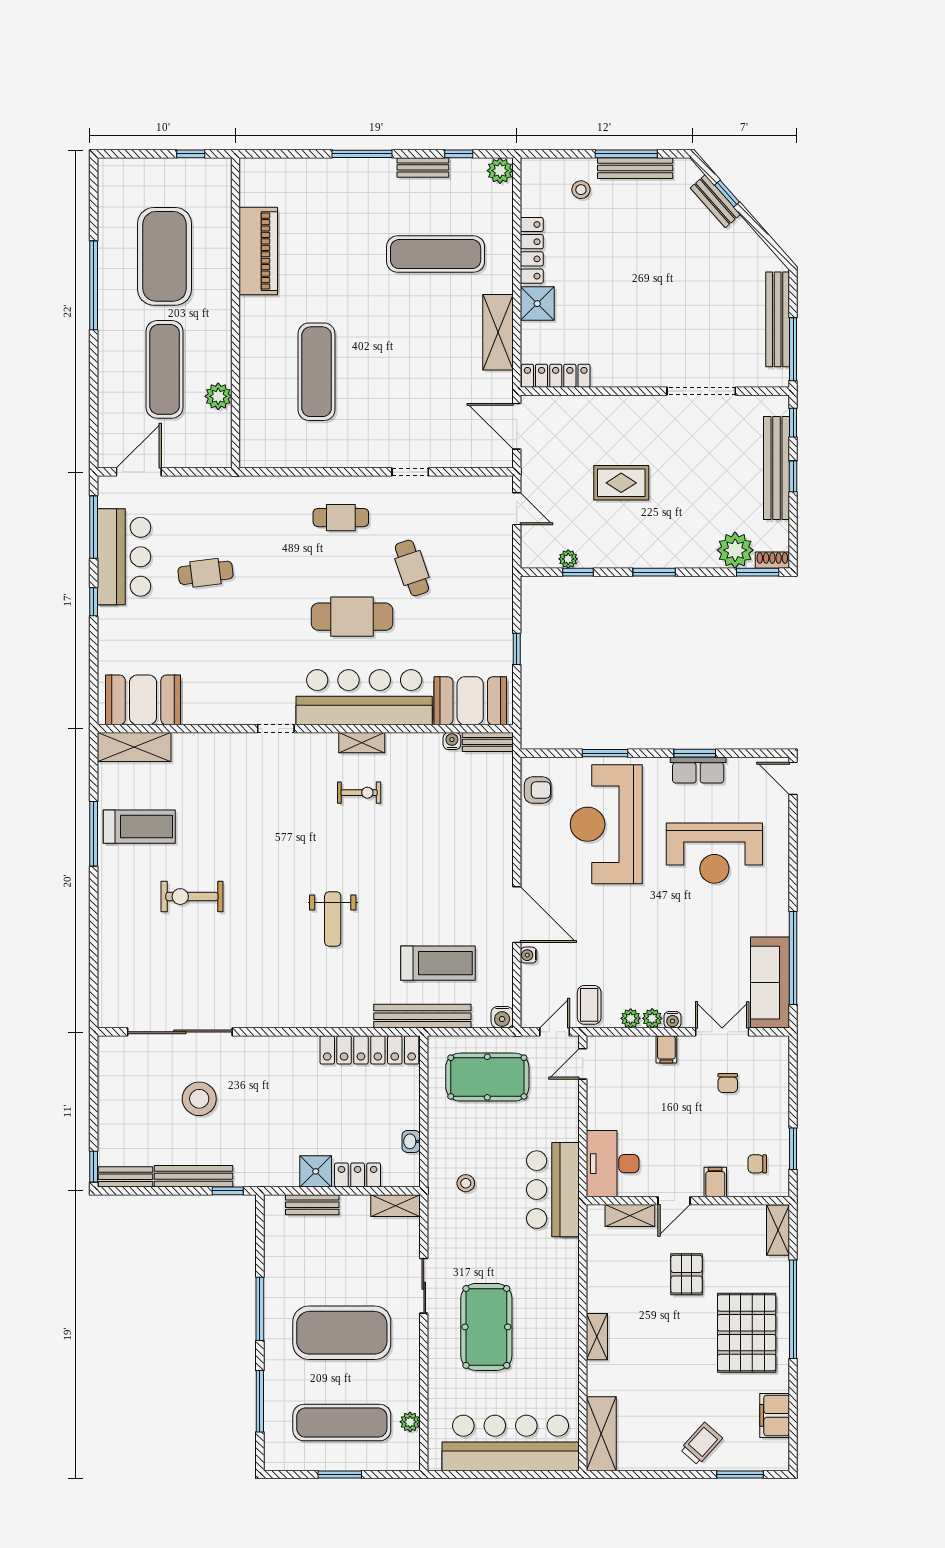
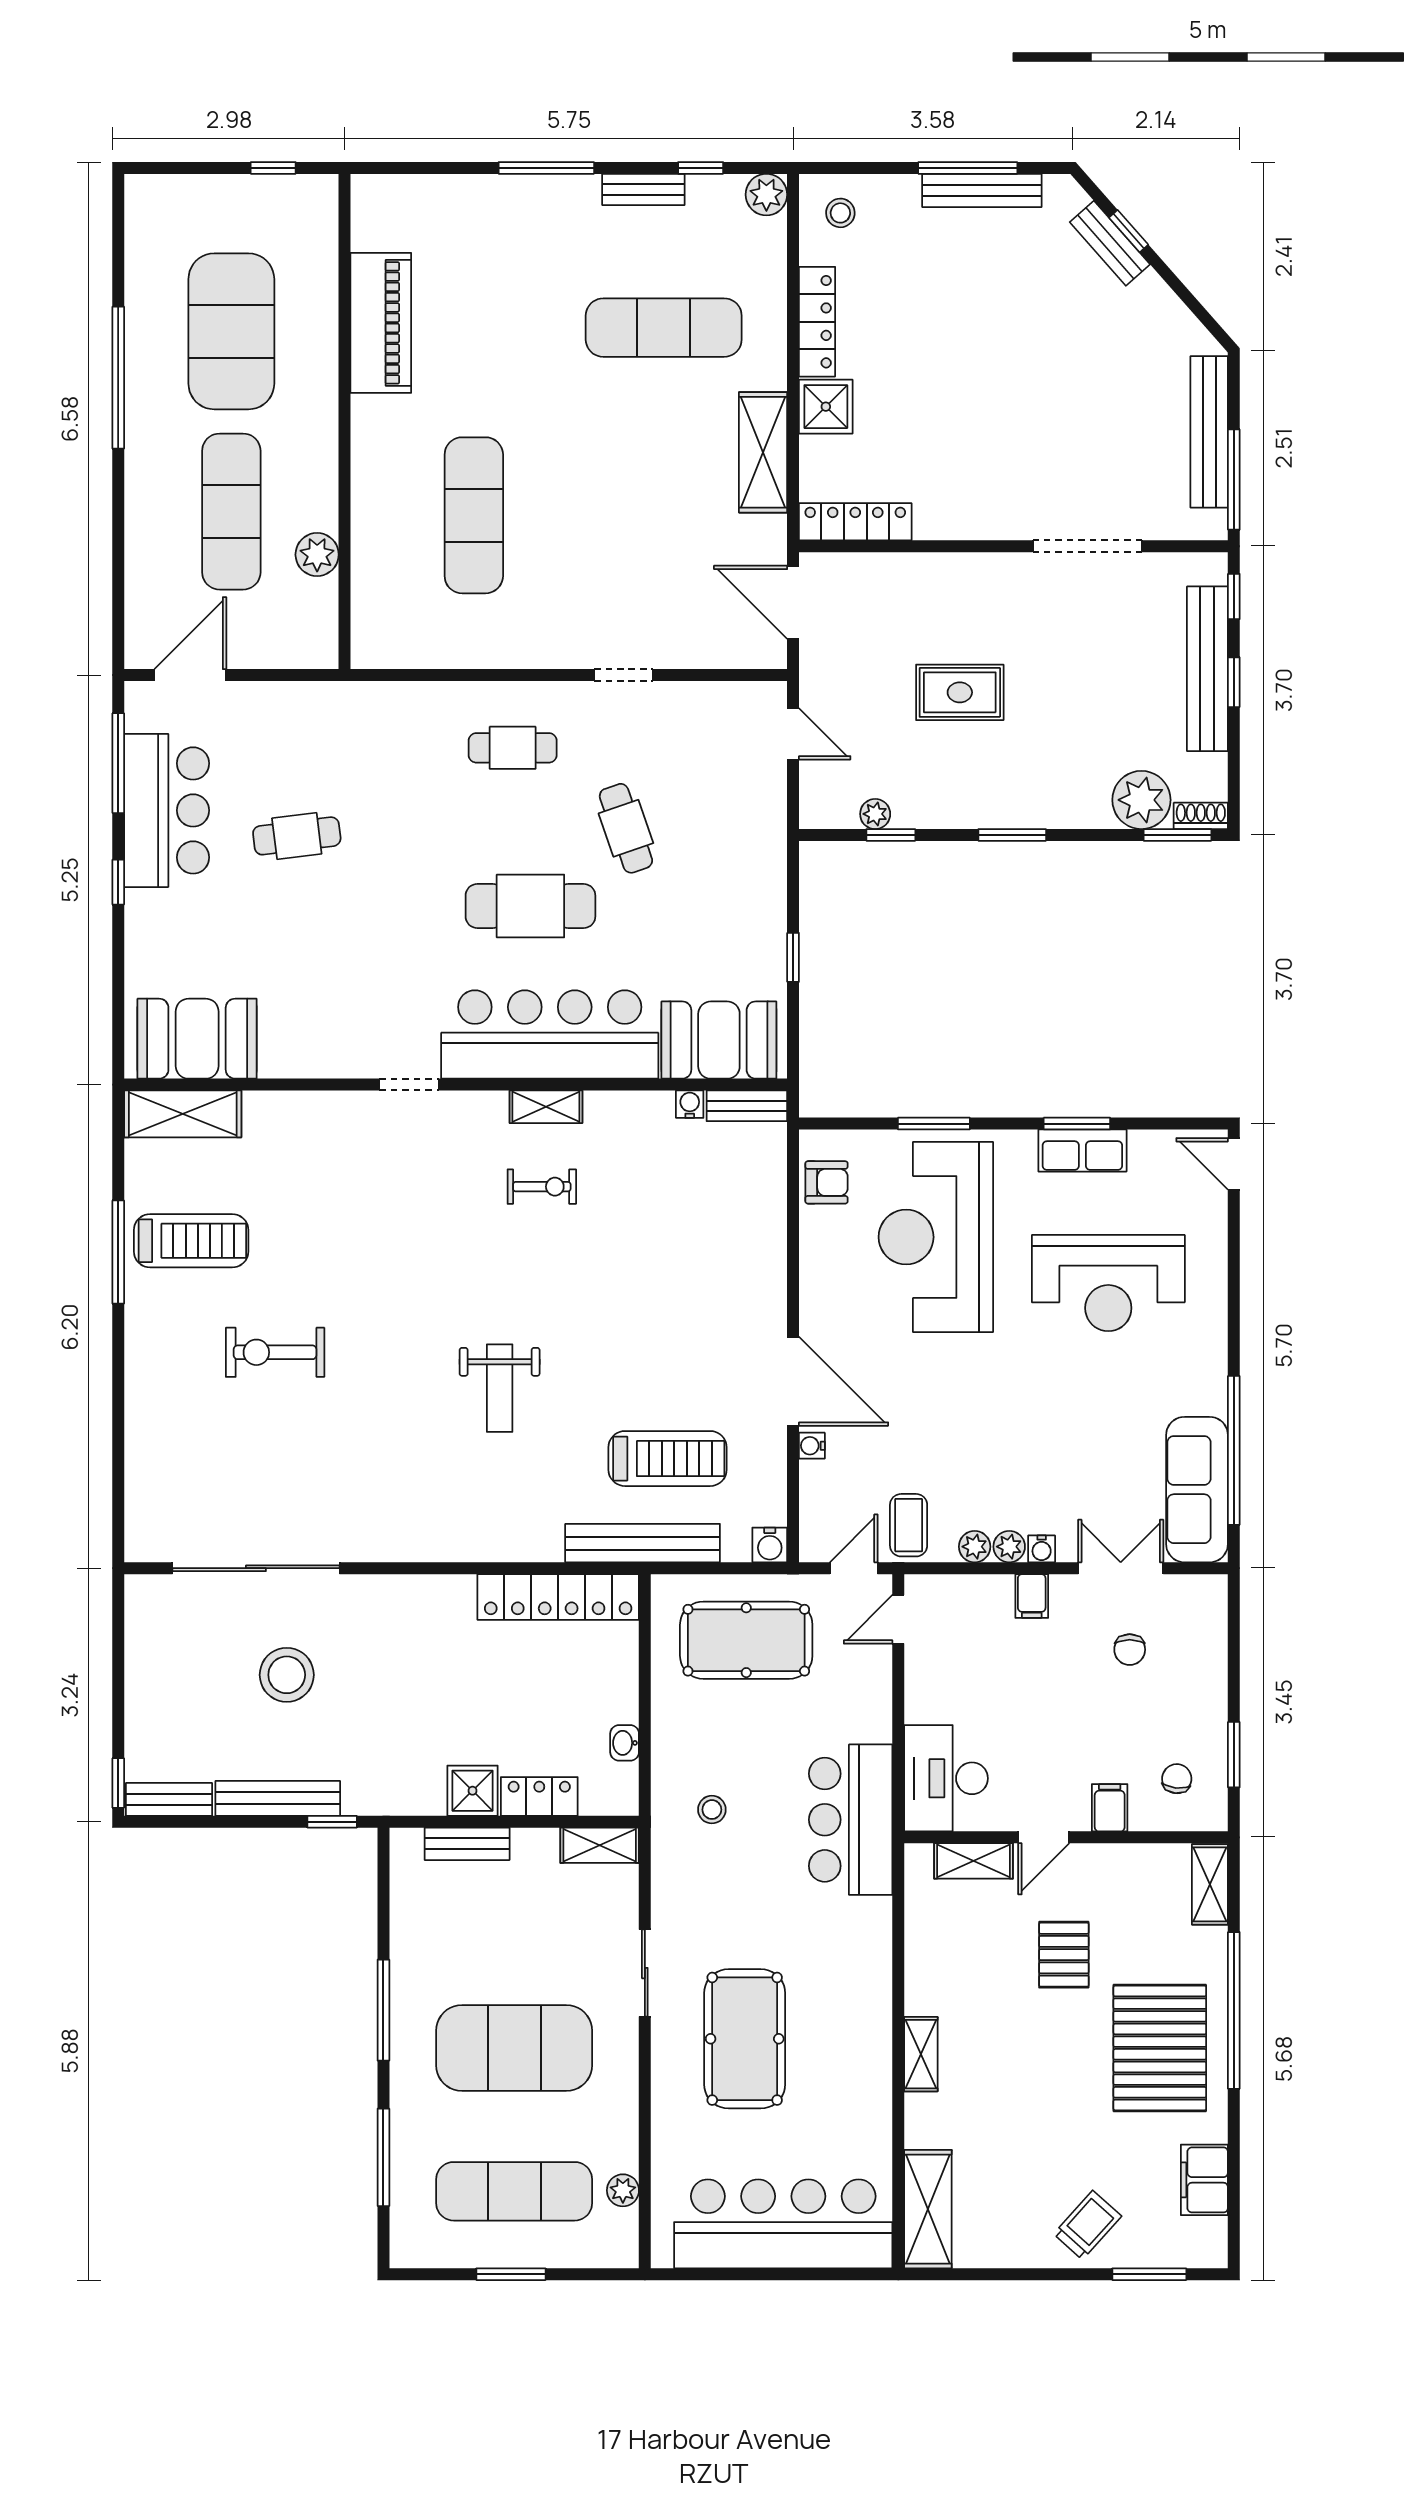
stool: (581, 190) -> (840, 213), moved
chair: (757, 1164) -> (1177, 1779), turned 96

